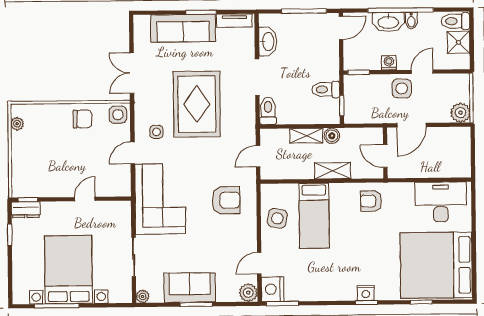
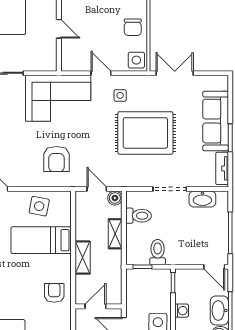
toilet: (268, 111) -> (139, 216), moved
boiler: (332, 136) -> (115, 198), moved

